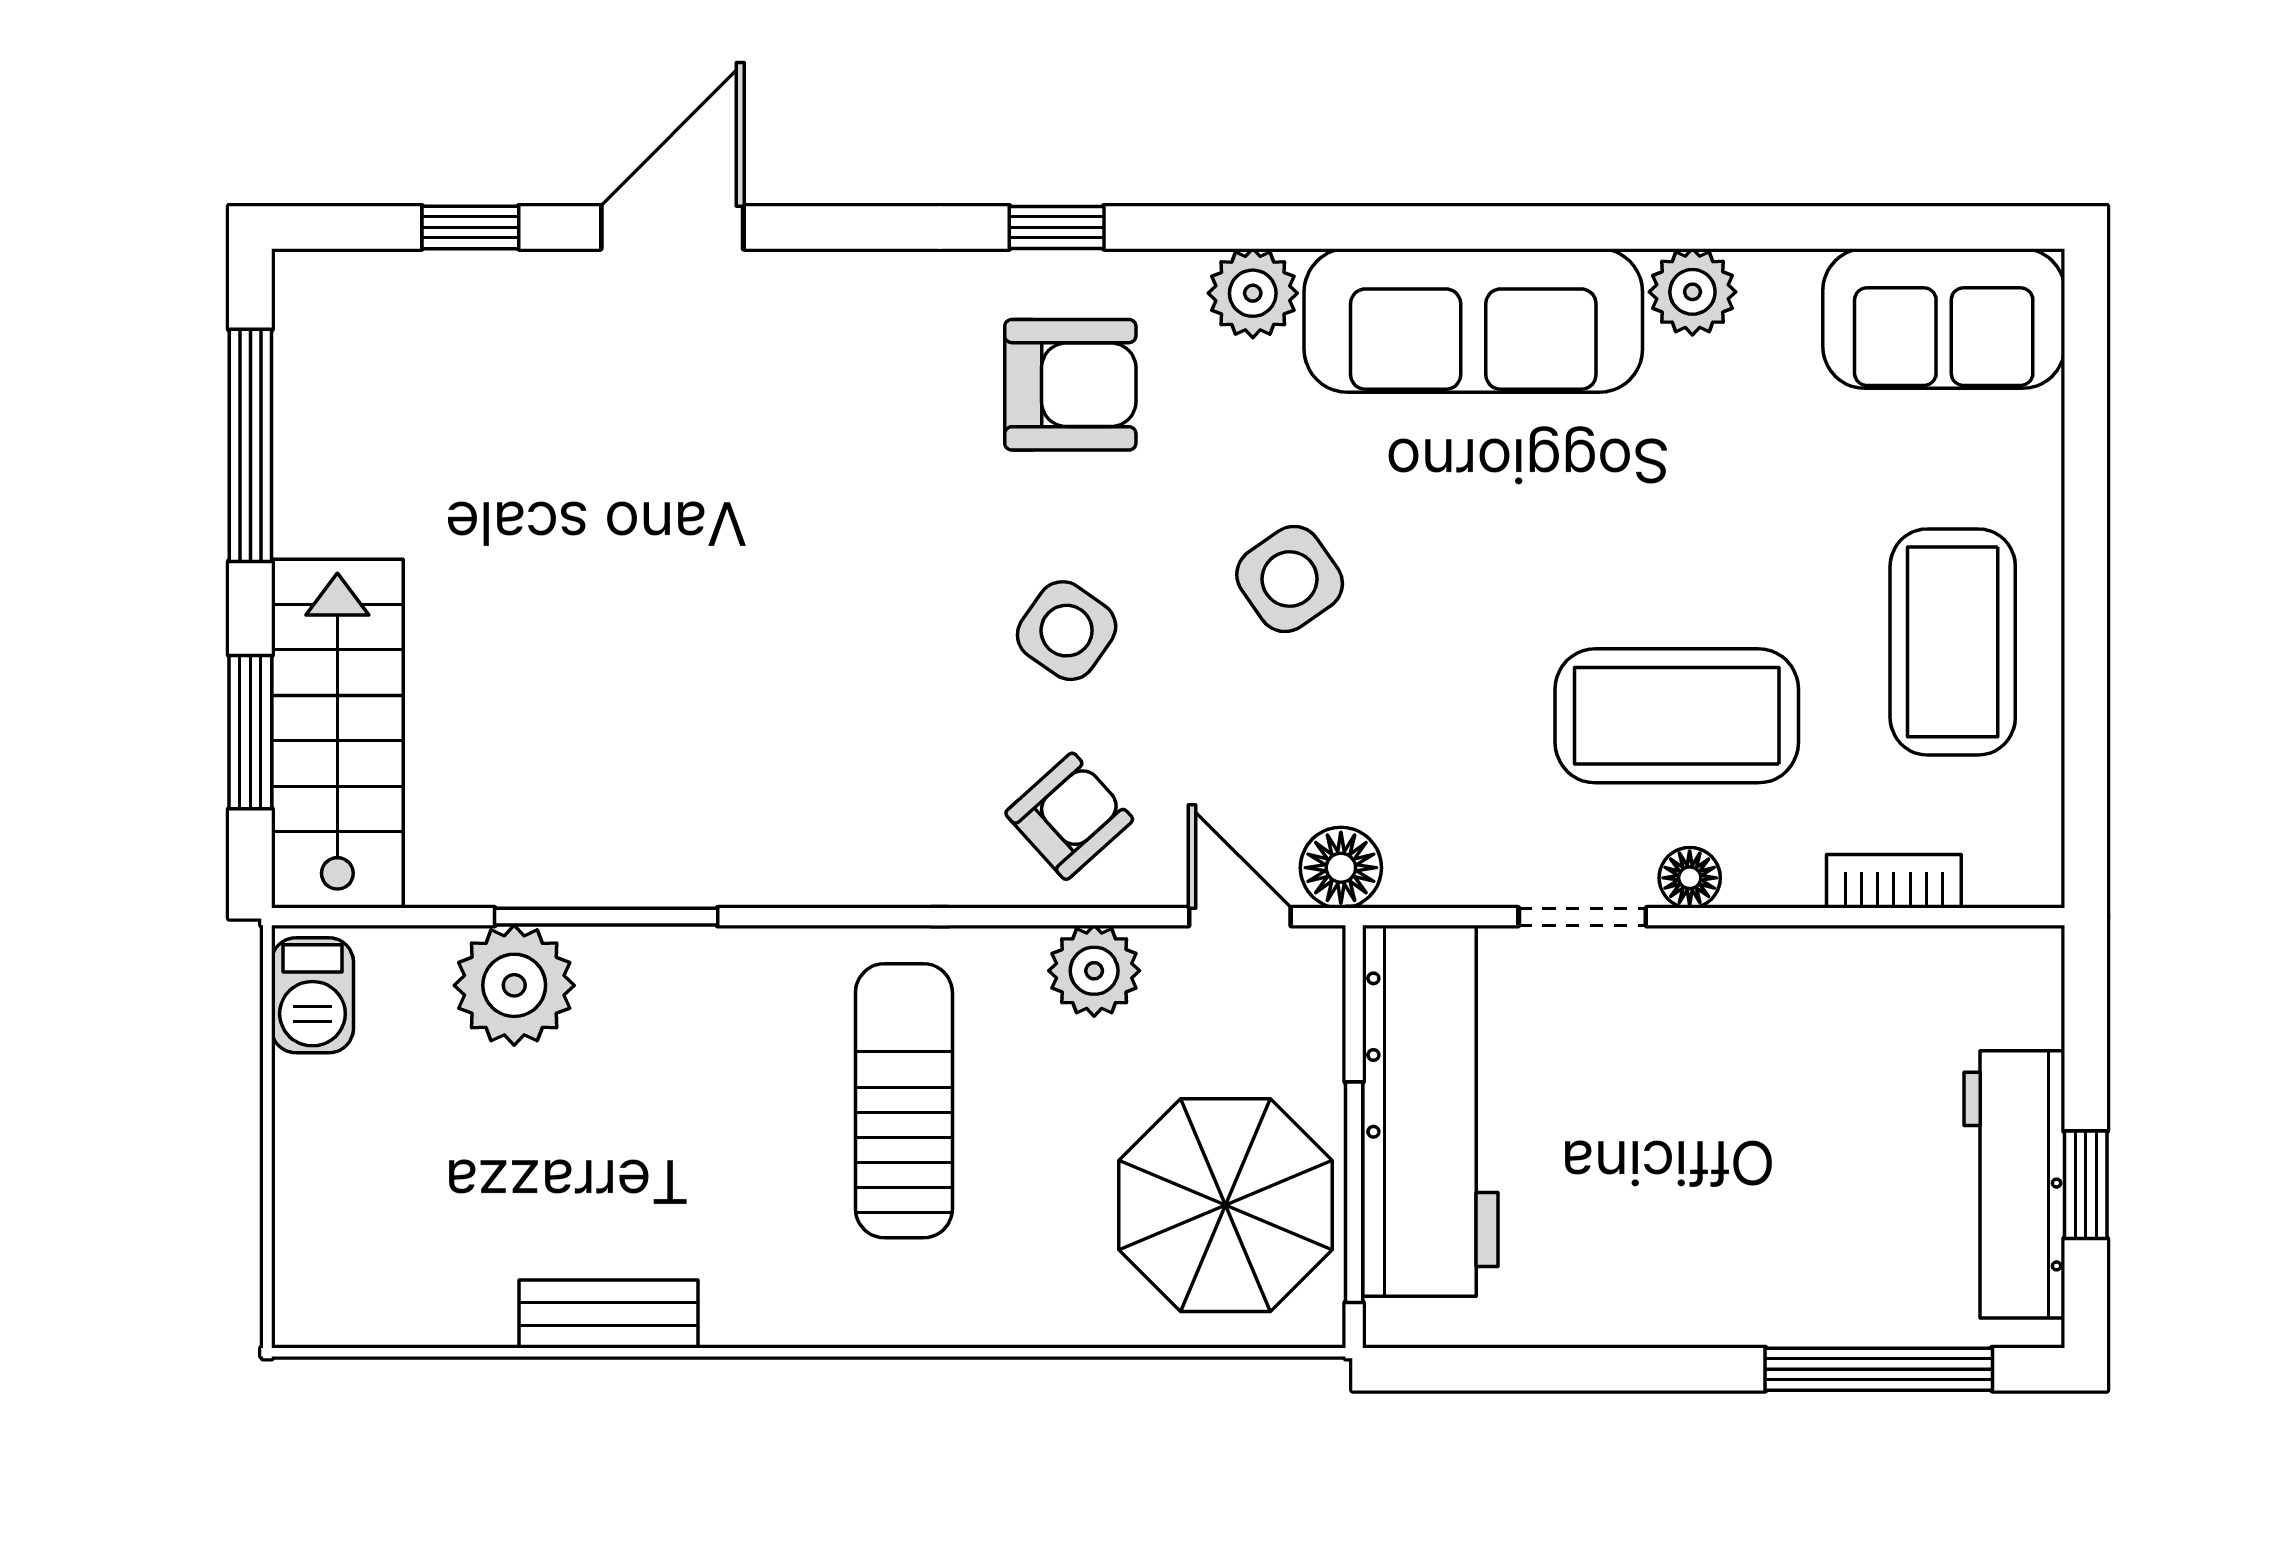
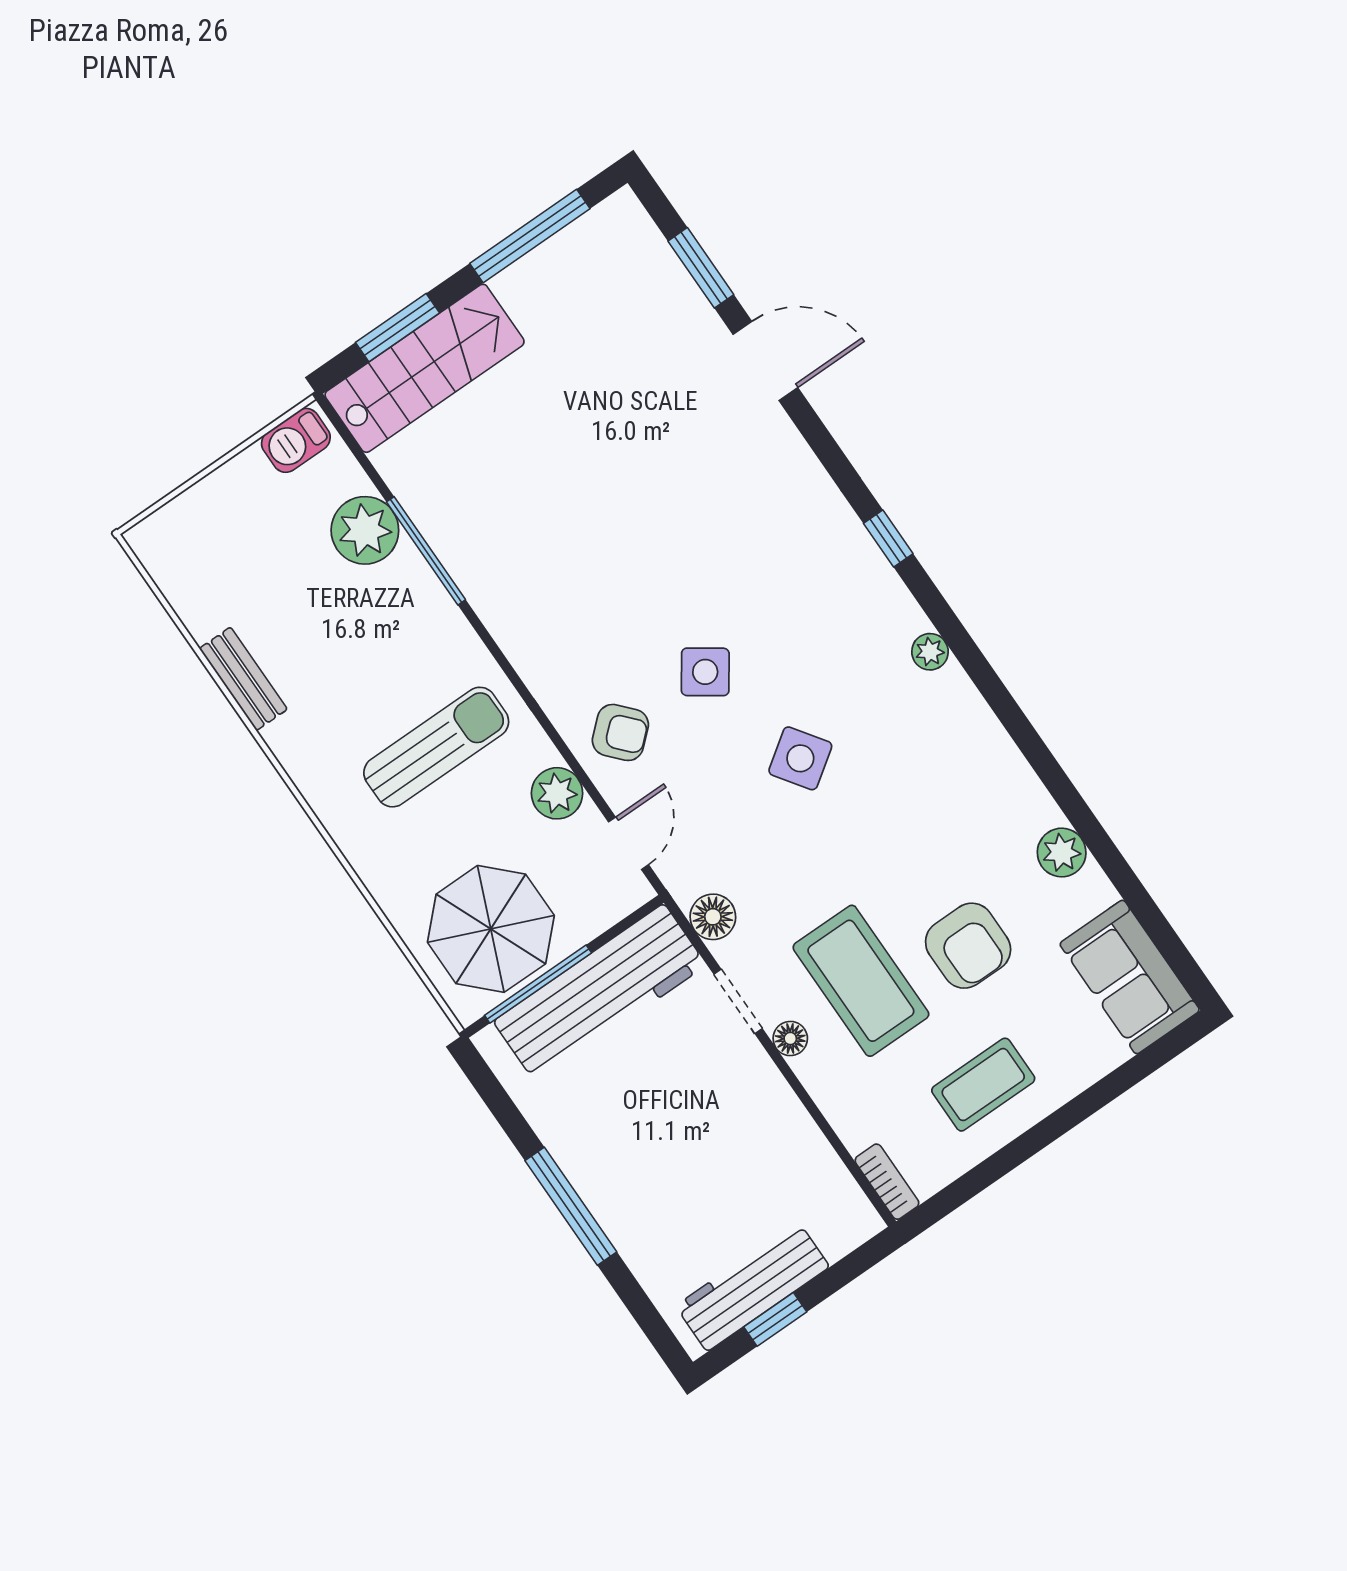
window: (470, 227) -> (701, 268), width x1.50
plant: (1253, 293) -> (930, 652), width x0.73, depth x0.73
sofa: (1473, 320) -> (978, 761), removed
armchair: (1070, 385) -> (968, 946), moved
coffee table: (1953, 642) -> (983, 1085), width x0.73, depth x0.76
floor lamp: (1341, 868) -> (713, 917), moved
bookcase: (1894, 881) -> (887, 1182), moved
window: (1879, 1369) -> (571, 1206), moved

